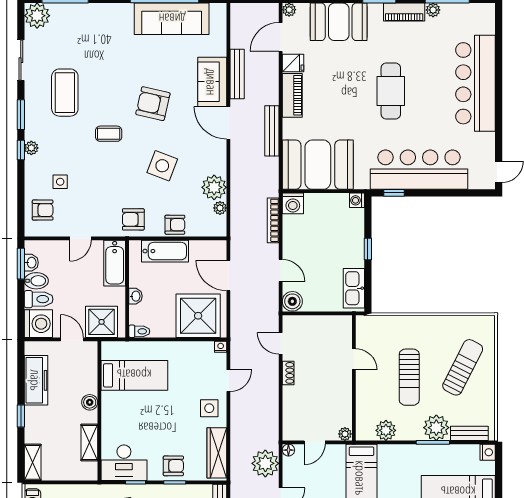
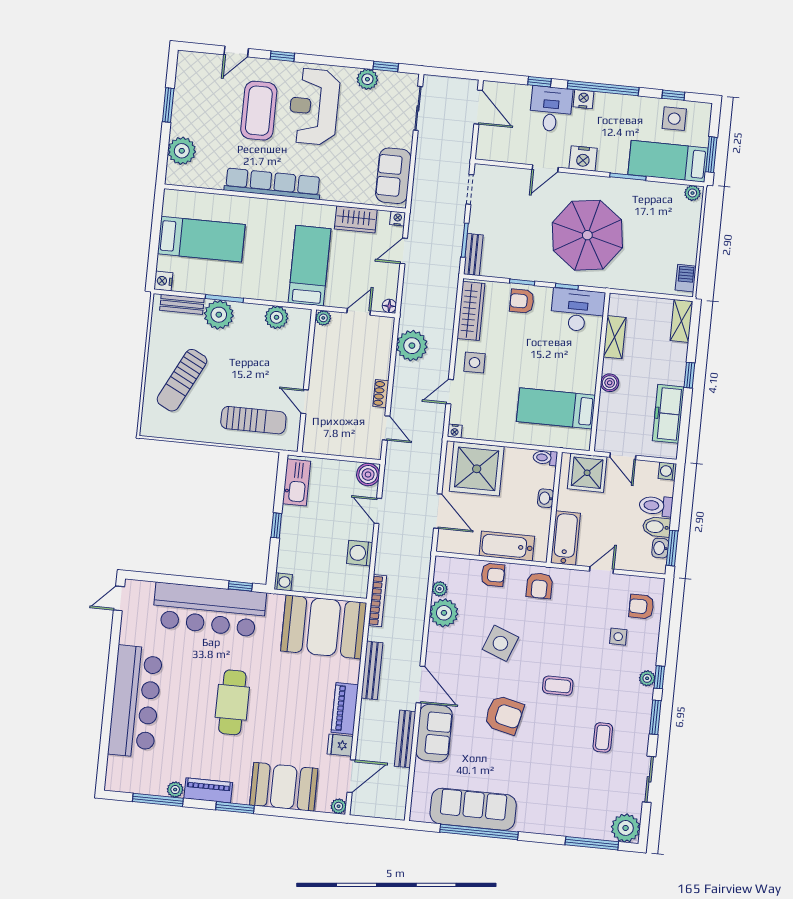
coffee table: (65, 93) -> (603, 737), width x0.54, depth x0.58
washing machine: (293, 203) -> (360, 553), moved, turned -90
armchair: (133, 219) -> (539, 586), turned 90
bookcase: (273, 220) -> (377, 601), moved
armchair: (175, 225) -> (493, 575), turned 180
washing machine: (38, 324) -> (667, 471), width x0.53, depth x0.53
sun lounger: (409, 377) -> (253, 420), moved, turned 90
plant: (265, 463) -> (412, 346), moved

